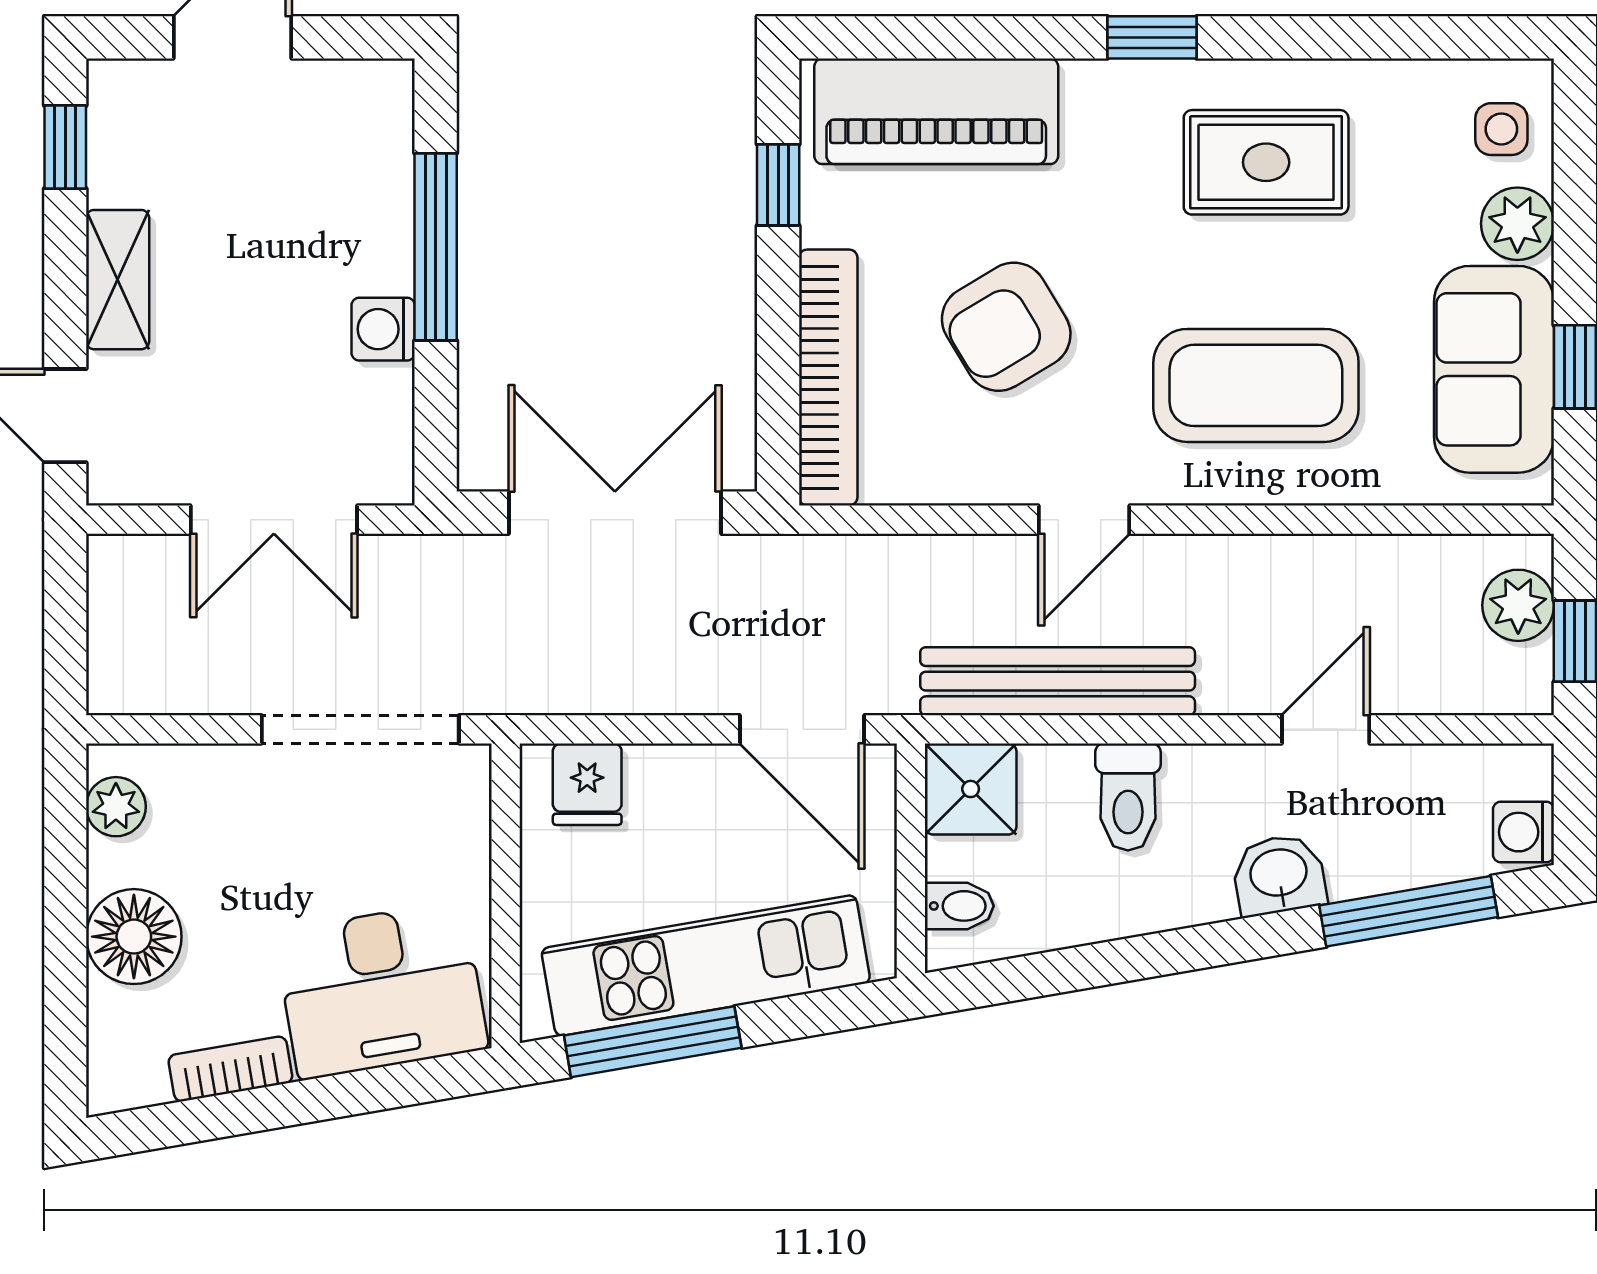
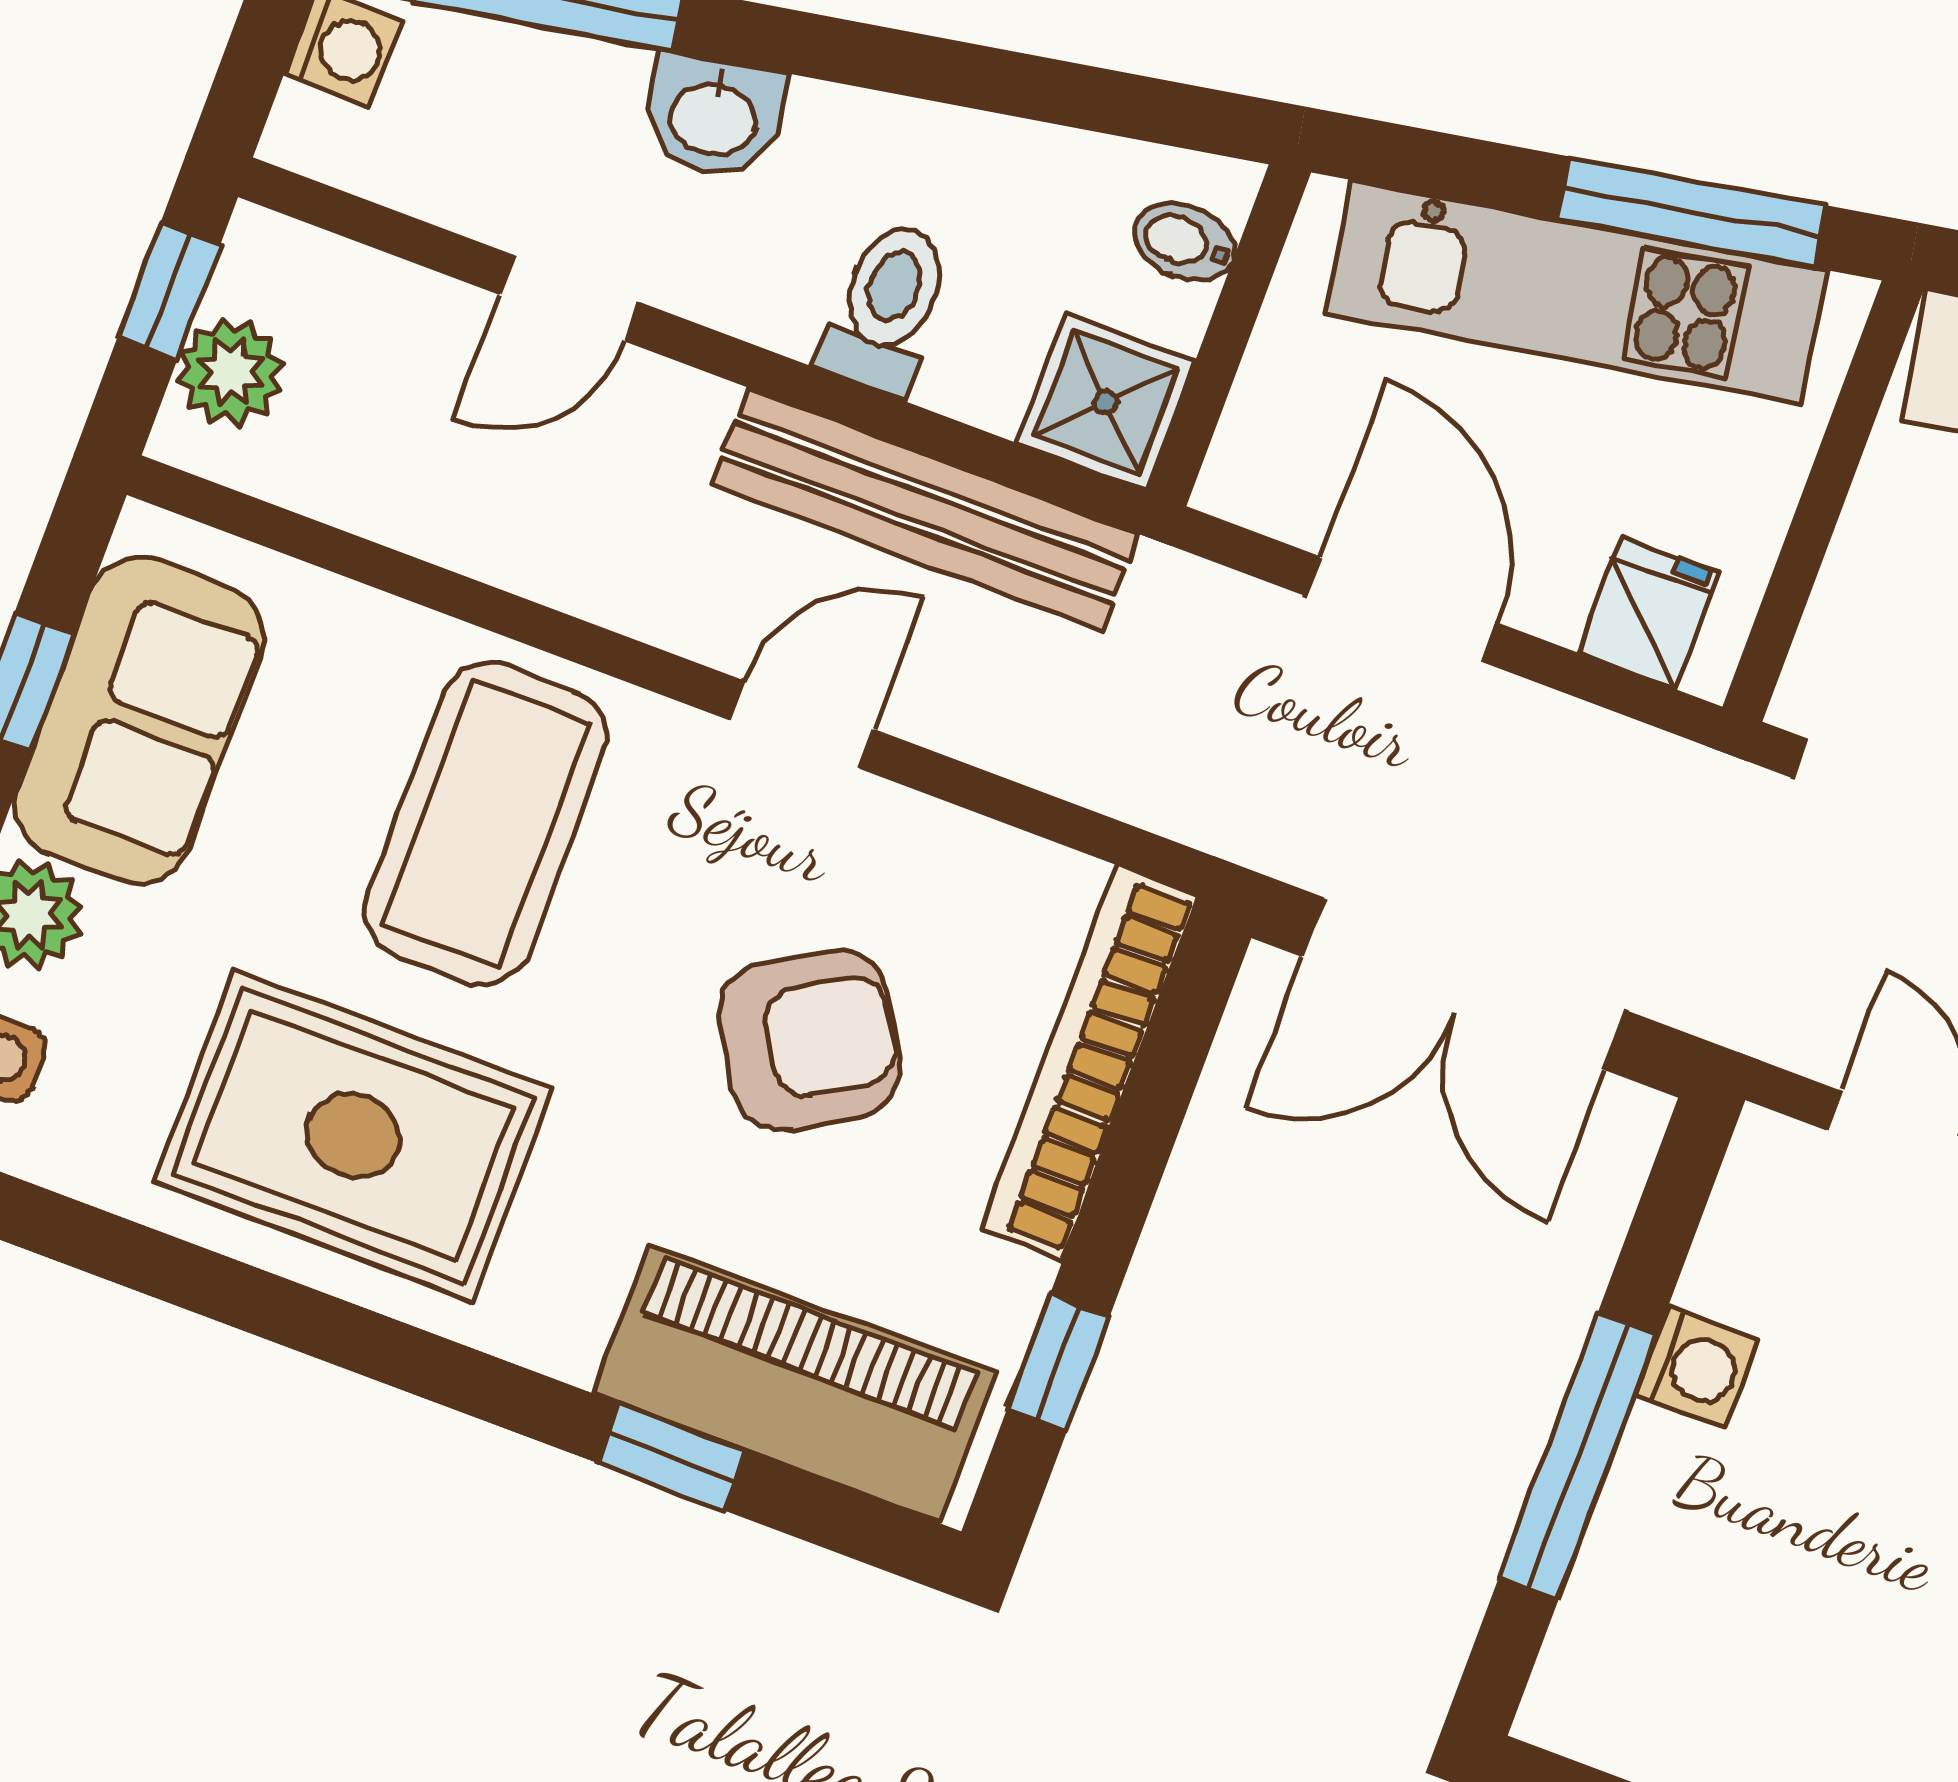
window: (1152, 37) -> (671, 1457), moved
rug: (1266, 162) -> (353, 1136), width x1.36, depth x1.43
coffee table: (1256, 385) -> (486, 824), turned 90
door: (802, 729) -> (1402, 610), moved

